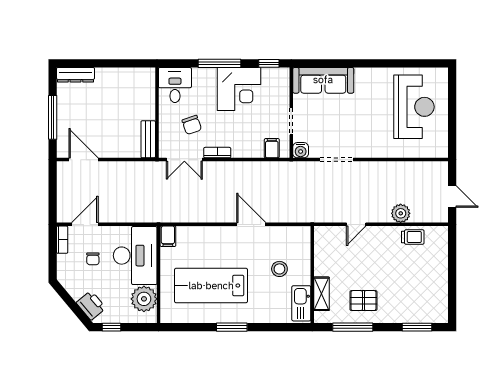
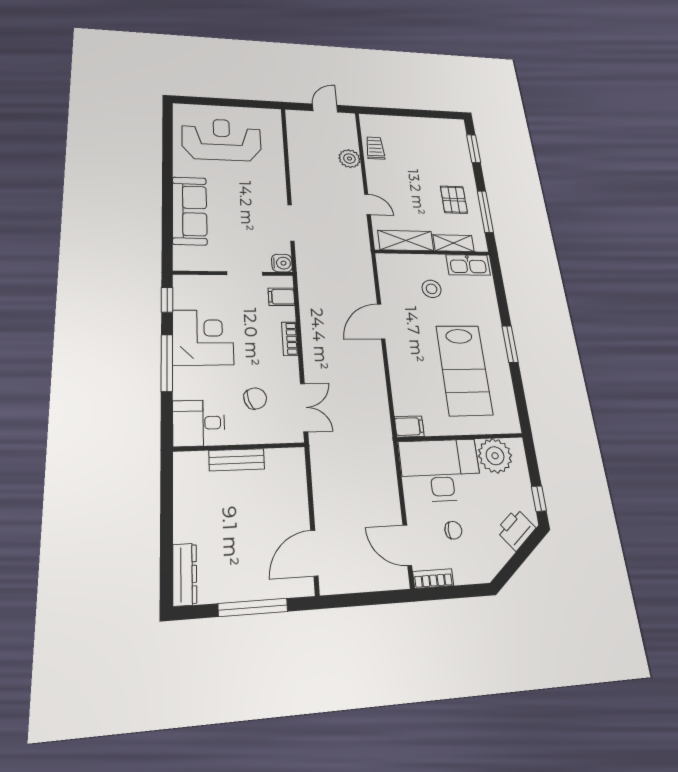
sofa: (323, 80) -> (190, 211), moved
bench: (148, 139) -> (237, 460), moved
bookcase: (217, 153) -> (290, 339), moved
shelving: (323, 253) -> (406, 240), added

